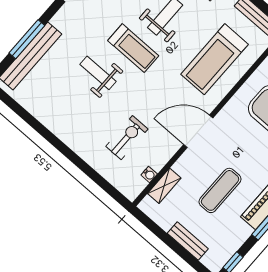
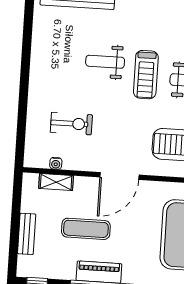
weight bench: (98, 73) -> (105, 62), turned -90
door: (198, 131) -> (119, 176), swing flipped

